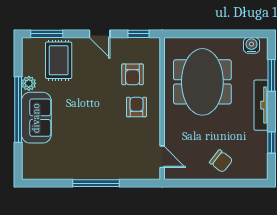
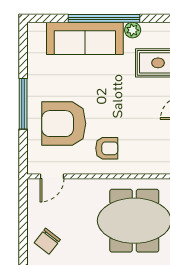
armchair: (133, 74) -> (64, 124), moved, width x1.88, depth x1.88
sofa: (36, 118) -> (85, 38), width x1.36

